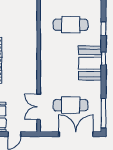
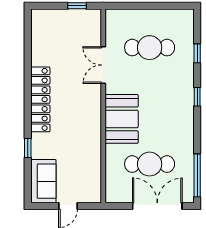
booth: (90, 63) -> (122, 119), moved
double door: (39, 107) -> (103, 65), moved

